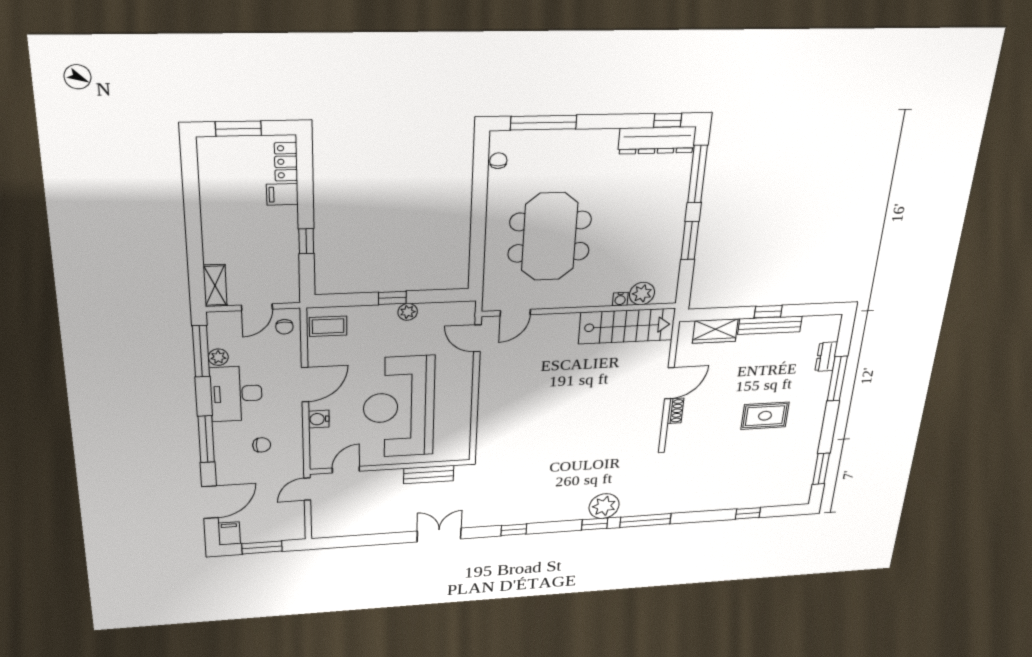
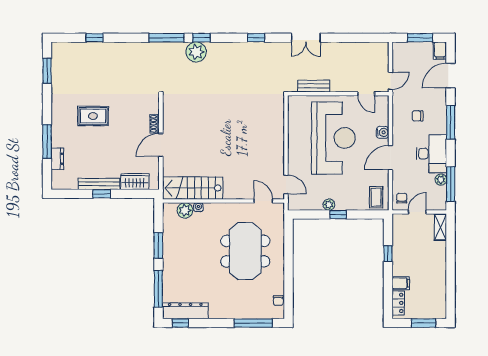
door: (515, 313) -> (263, 201), hinge flipped
coffee table: (328, 326) -> (376, 197), turned 90
door: (346, 470) -> (366, 94), hinge flipped

